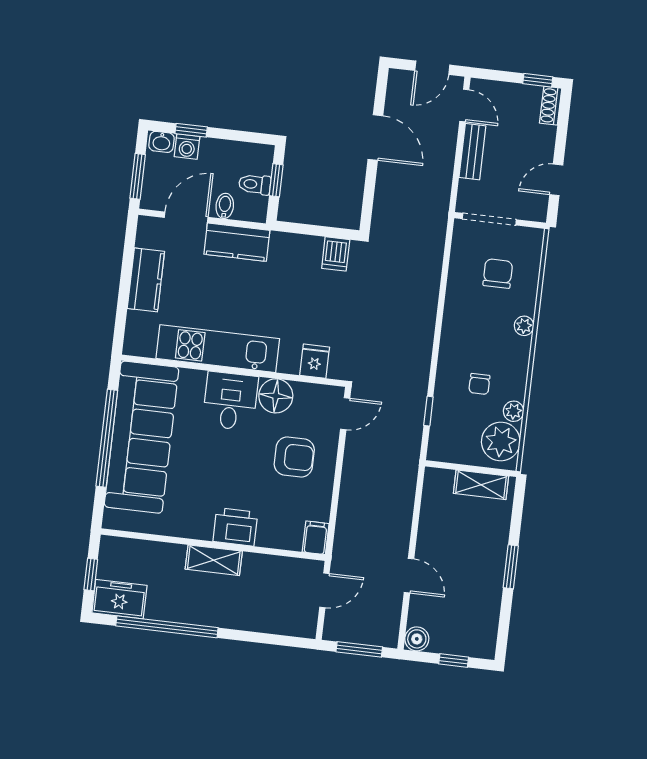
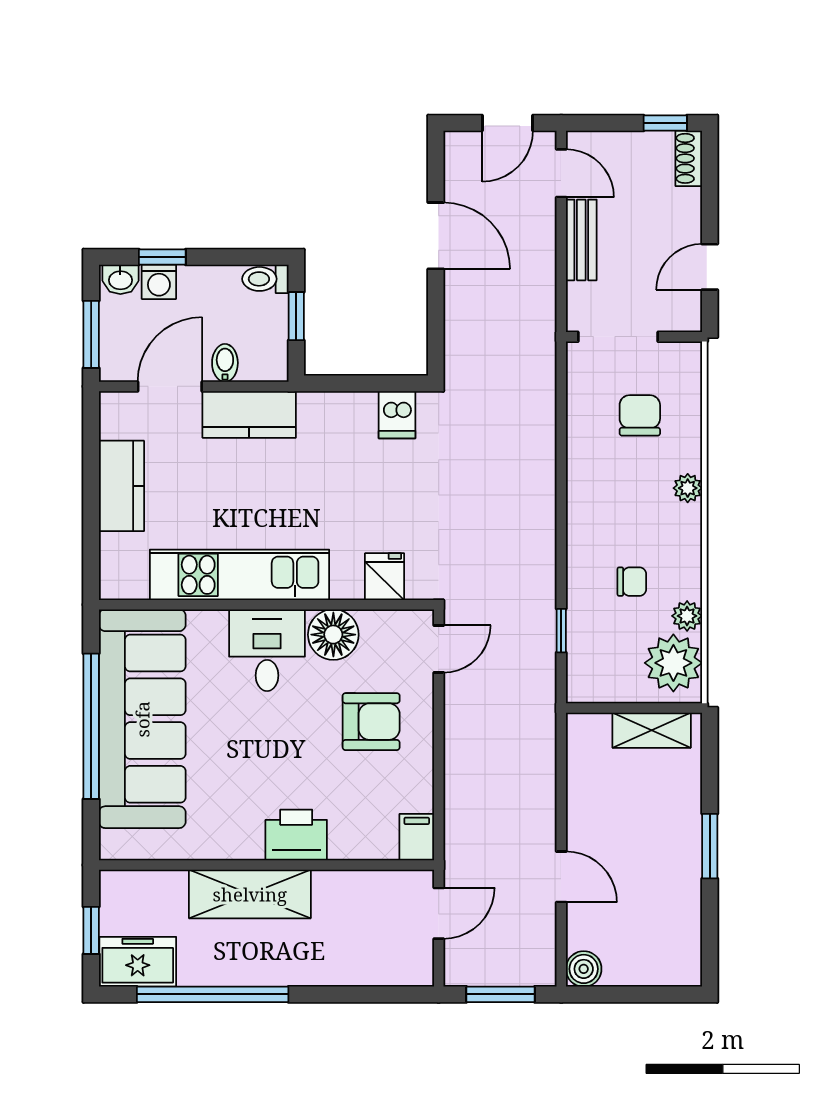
toilet: (255, 184) -> (265, 279), moved
chair: (479, 384) -> (632, 582), turned -90
shelving: (214, 560) -> (250, 894), width x1.50, depth x1.33
window: (454, 660) -> (642, 994), removed

